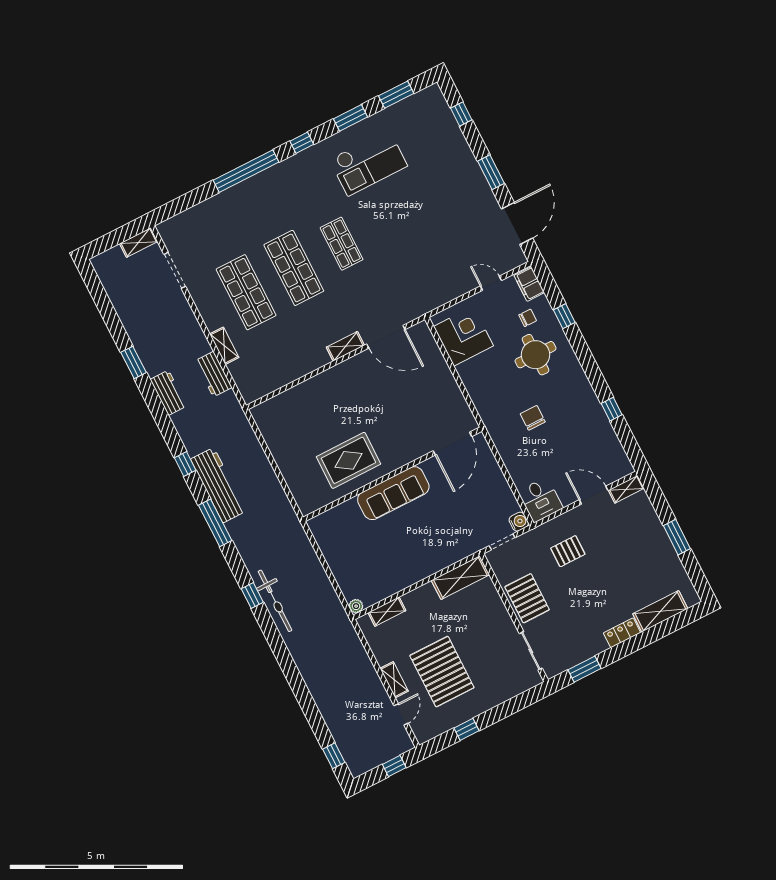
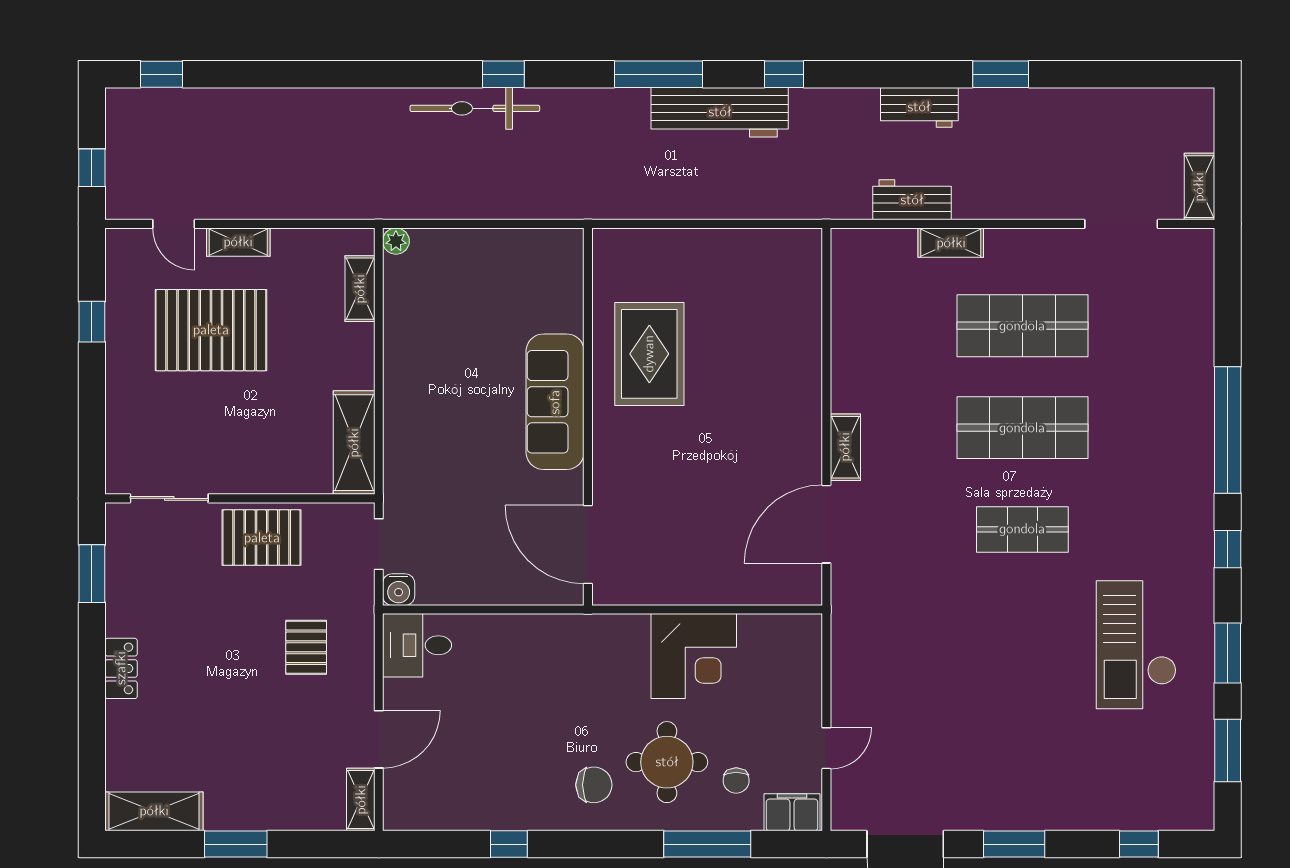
window: (564, 316) -> (707, 844), width x2.17
corner desk: (463, 336) -> (694, 656), moved
chair: (533, 418) -> (594, 785), moved
shelving: (660, 611) -> (154, 811), moved, turned 90

